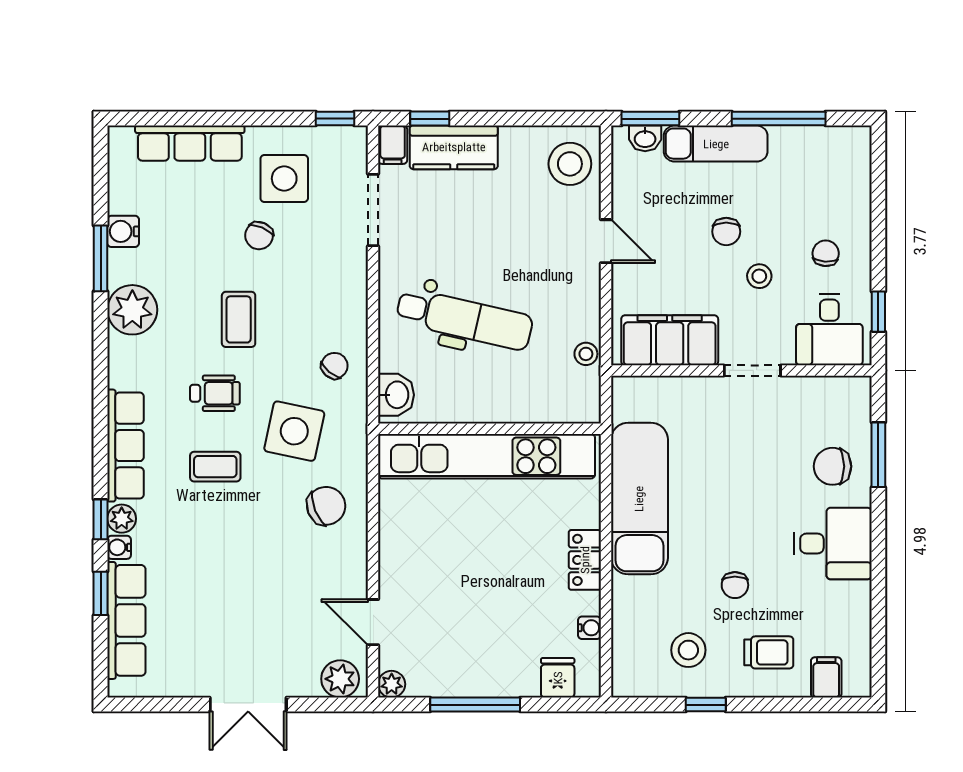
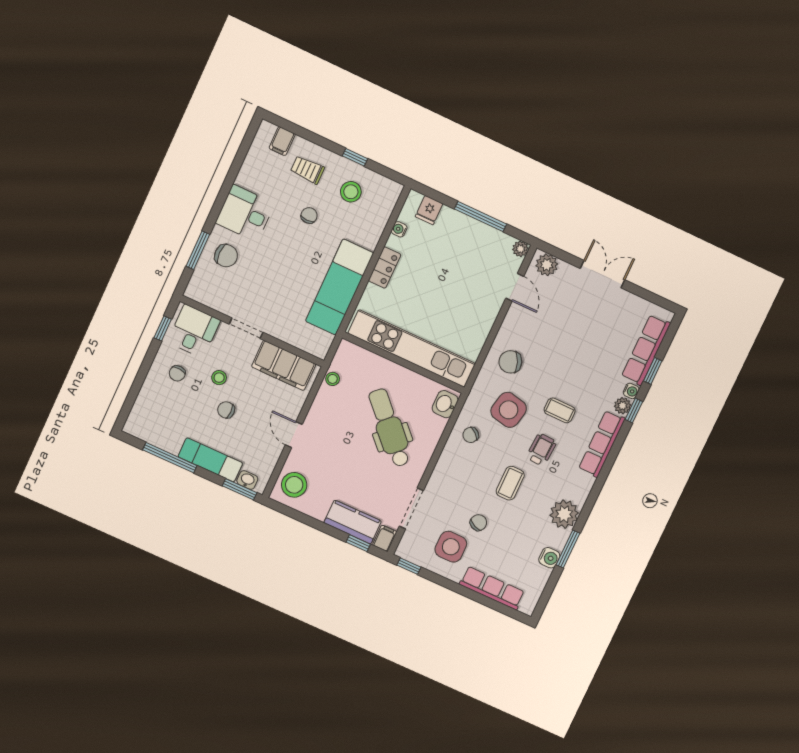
chair: (726, 232) -> (226, 410), turned -90
dental chair: (464, 319) -> (389, 428), turned 33
wheelchair: (215, 393) -> (541, 450), turned 93

